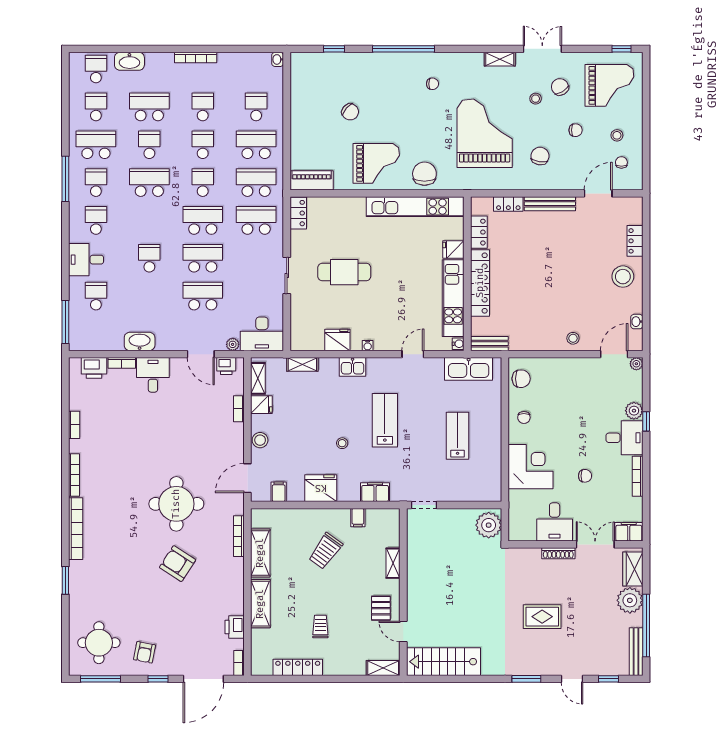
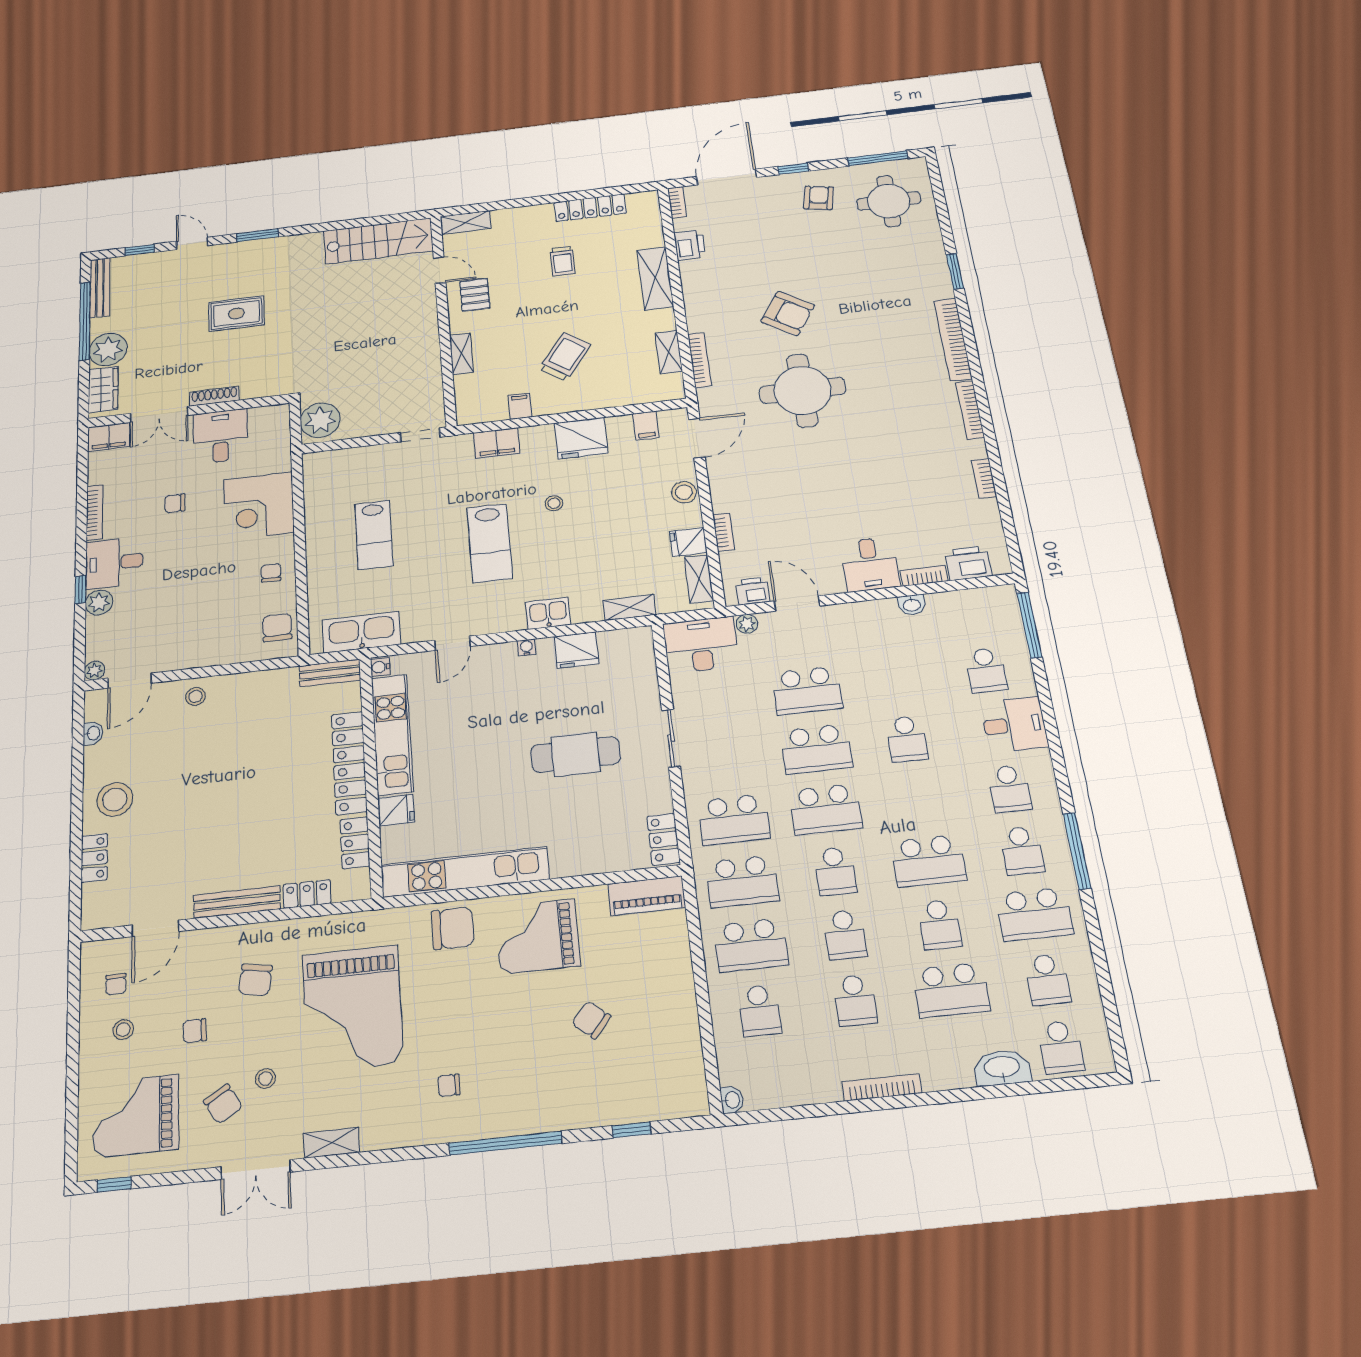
chair: (424, 174) -> (453, 928), turned -90
washbasin: (140, 341) -> (912, 605), width x0.52, depth x0.69
chair: (521, 379) -> (277, 628), turned 90
shelving: (260, 553) -> (669, 352), width x0.67, depth x0.75

